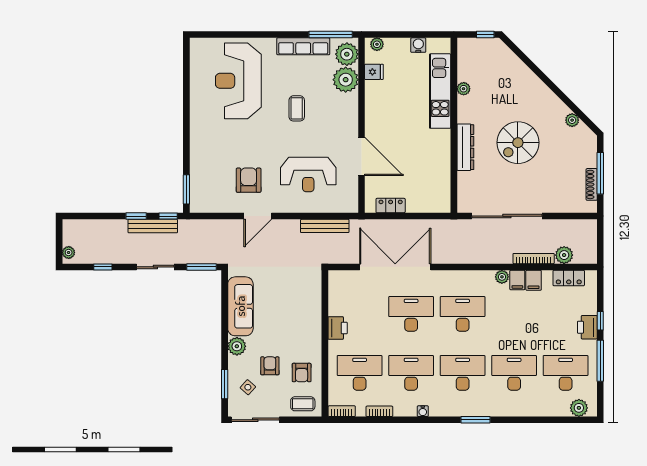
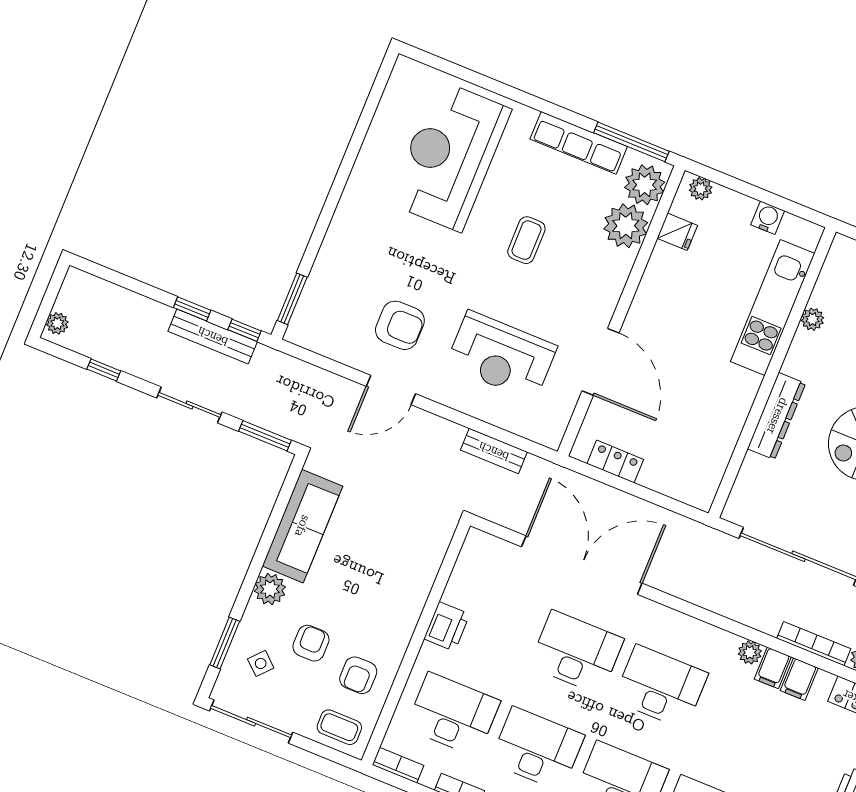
armchair: (249, 180) -> (400, 325), turned 90
bench: (325, 226) -> (494, 451), width x0.73

